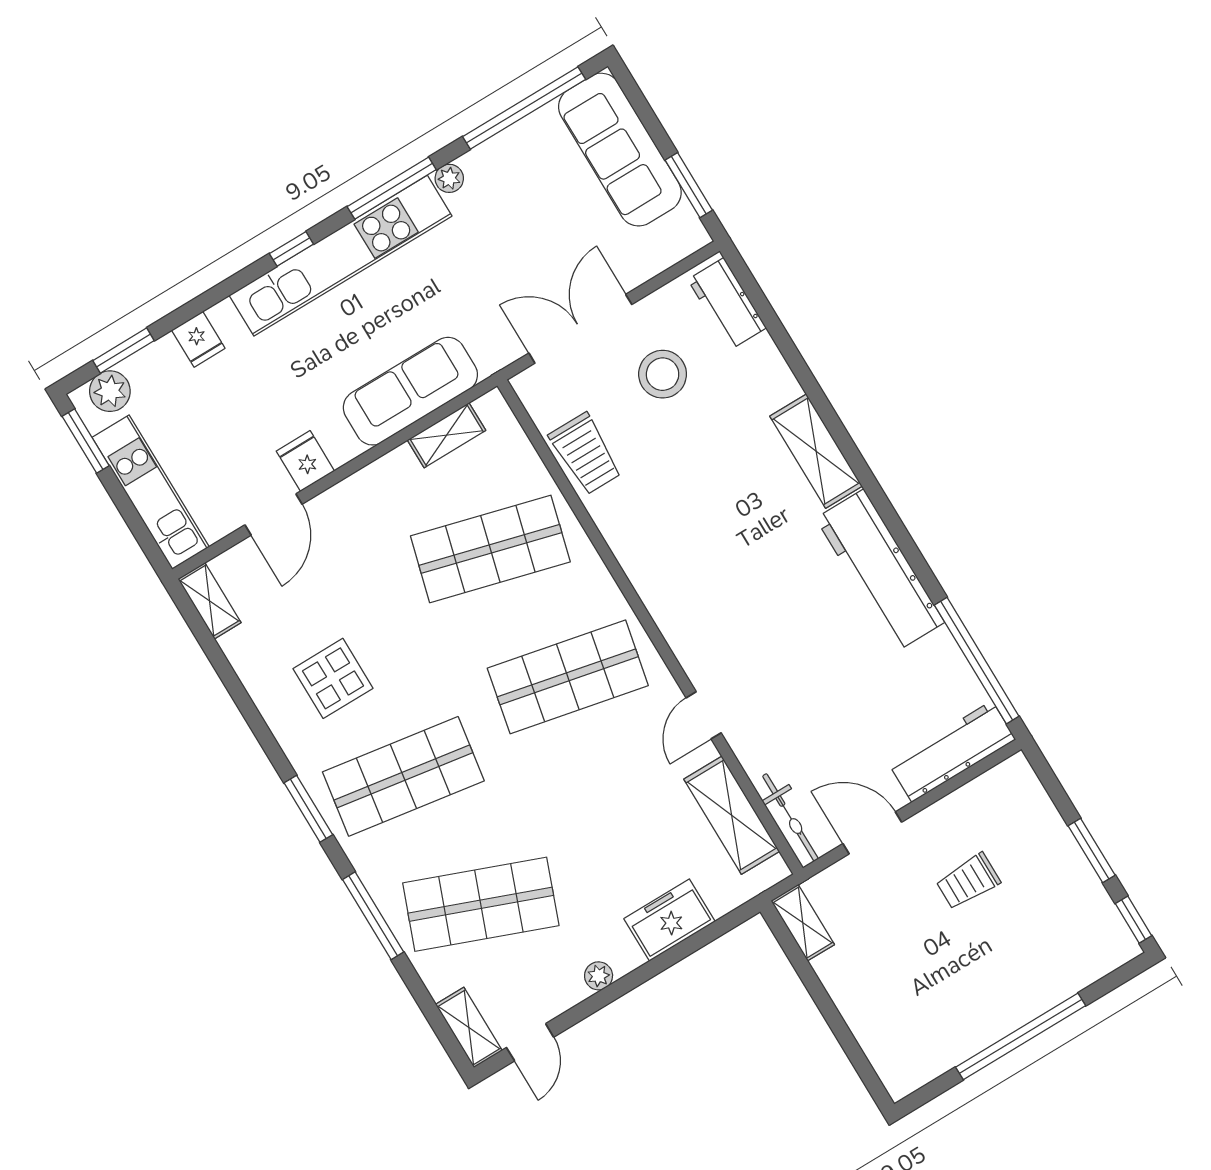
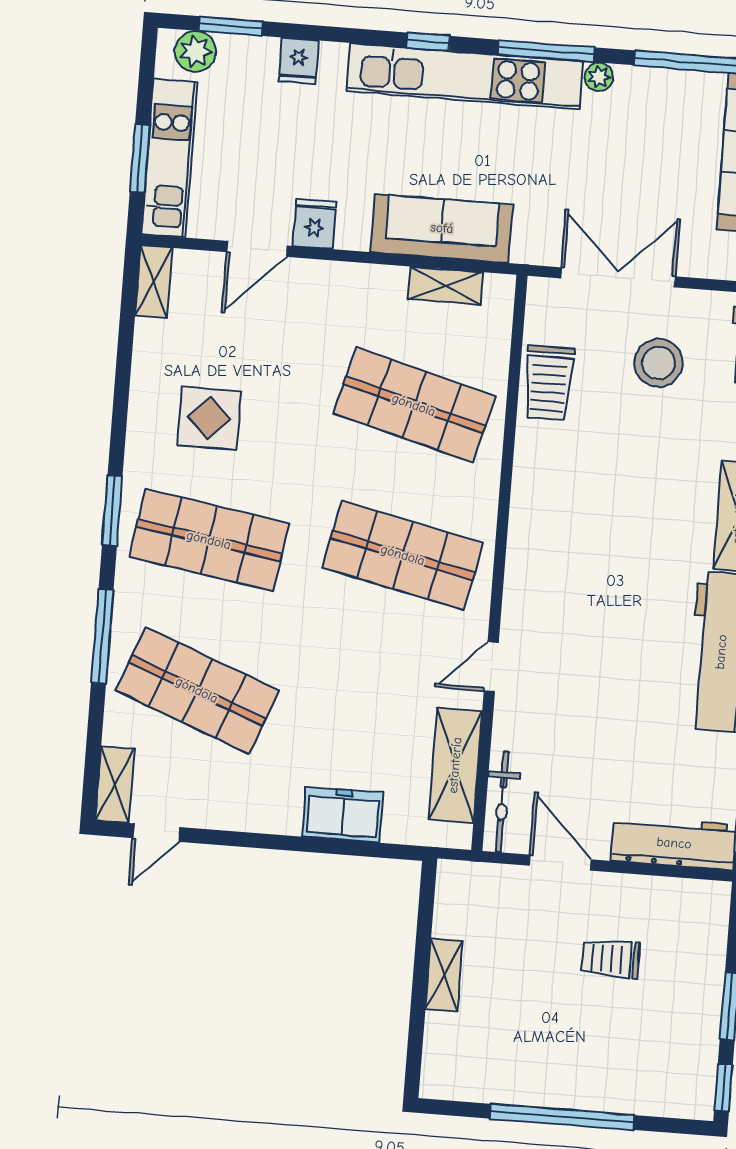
window: (86, 441) -> (140, 158), moved
shelving: (803, 923) -> (444, 975), moved
plant: (599, 976) -> (252, 819), removed

